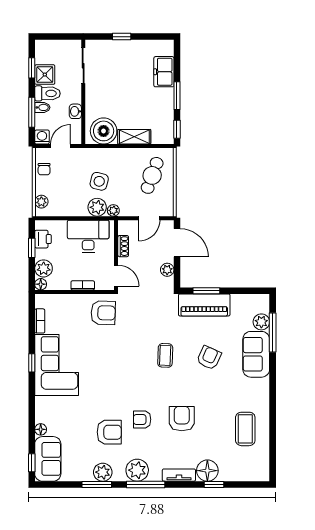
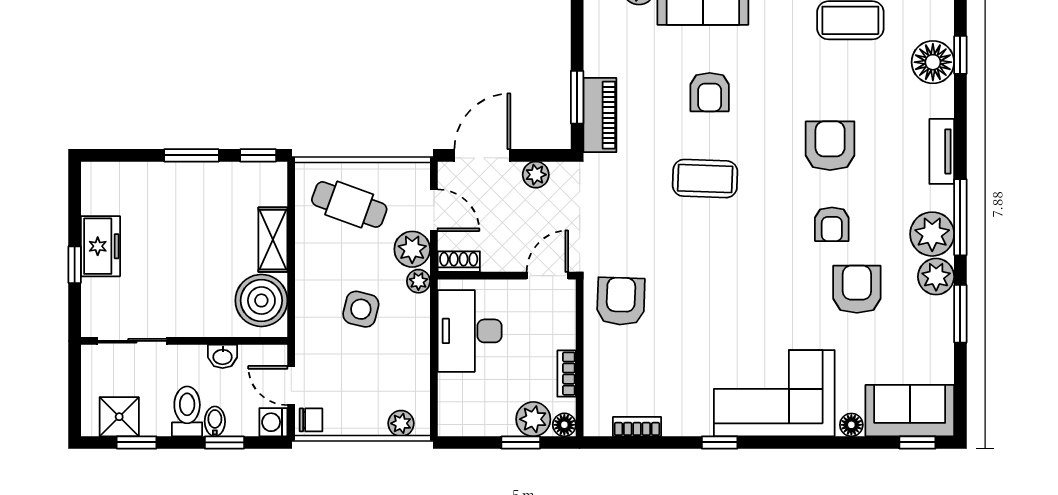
freezer: (164, 72) -> (100, 246), moved, turned -90
shower: (45, 75) -> (119, 417), moved
window: (32, 112) -> (224, 442), width x0.67
chair: (44, 169) -> (311, 420), moved
plant: (97, 207) -> (412, 249), moved
printer: (43, 239) -> (475, 420), removed
shoe rack: (123, 246) -> (459, 262), moved
window: (32, 248) -> (521, 442), moved
bookcase: (83, 285) -> (567, 374), moved
piano: (204, 305) -> (600, 115), width x0.73, depth x0.75
coffee table: (165, 355) -> (705, 179), width x1.36, depth x1.30
armchair: (209, 358) -> (710, 92), turned -114
corner sofa: (57, 365) -> (774, 393), moved
armchair: (182, 419) -> (830, 146), turned 90
floor lamp: (207, 471) -> (933, 62), moved
plant: (103, 472) -> (936, 277), moved
window: (214, 484) -> (960, 55), moved

